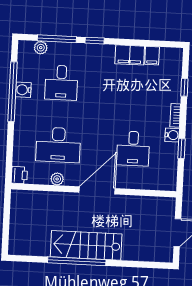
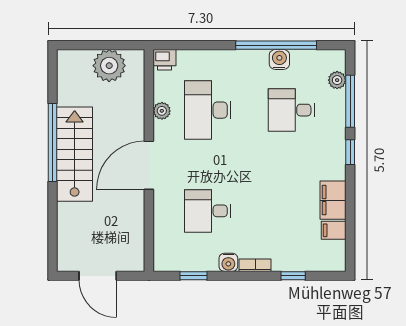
window: (181, 149) -> (194, 276), moved
door: (97, 190) -> (149, 165), swing flipped
plant: (22, 216) -> (109, 66), added

